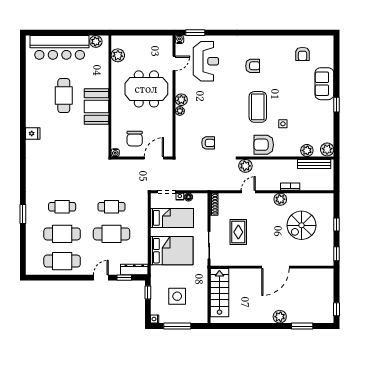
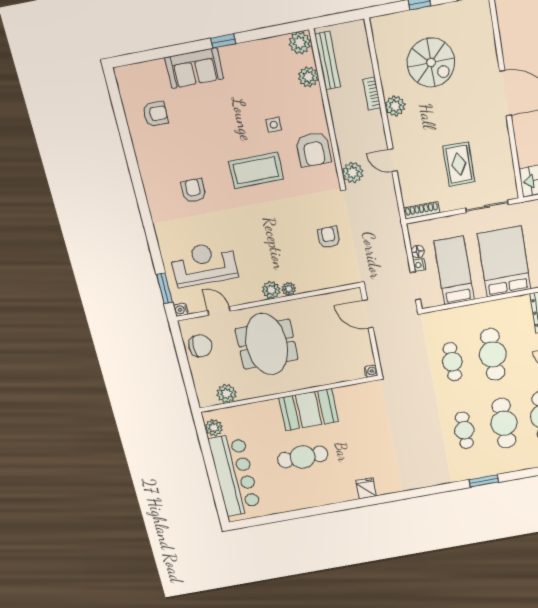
chair: (135, 139) -> (200, 346), moved
rug: (238, 232) -> (459, 164), turned 90

